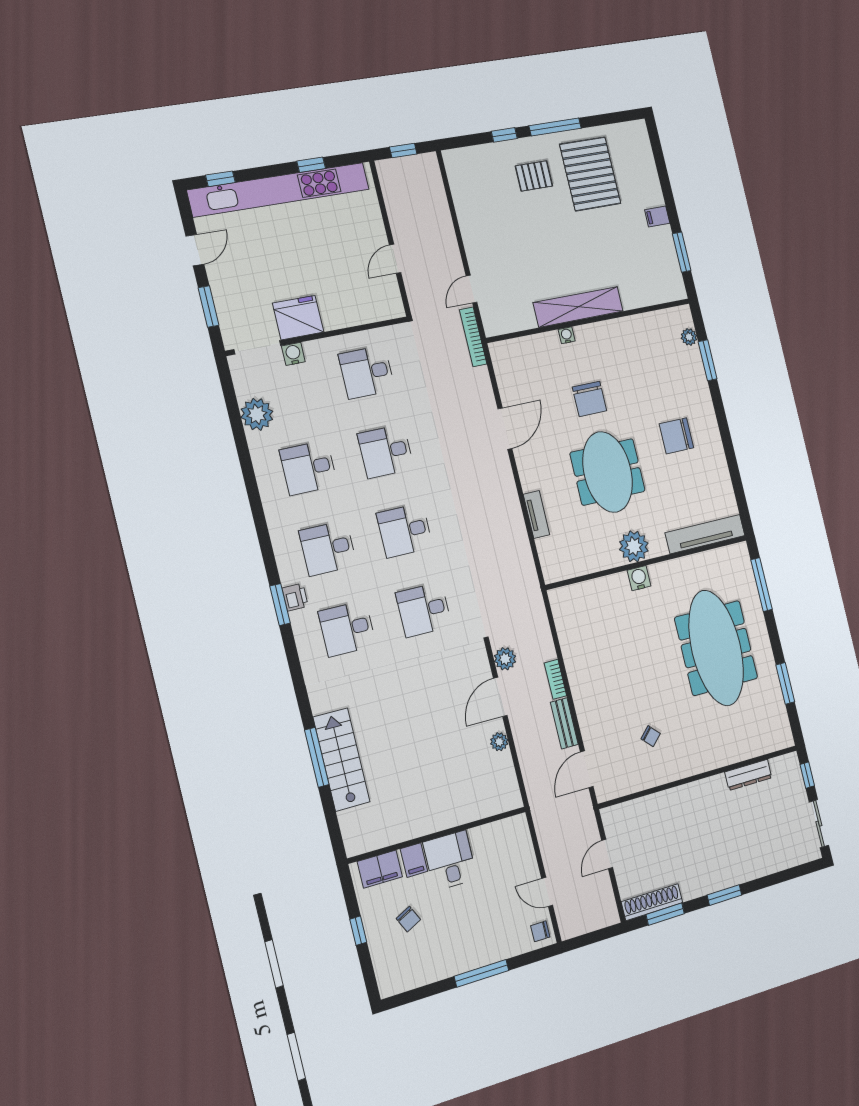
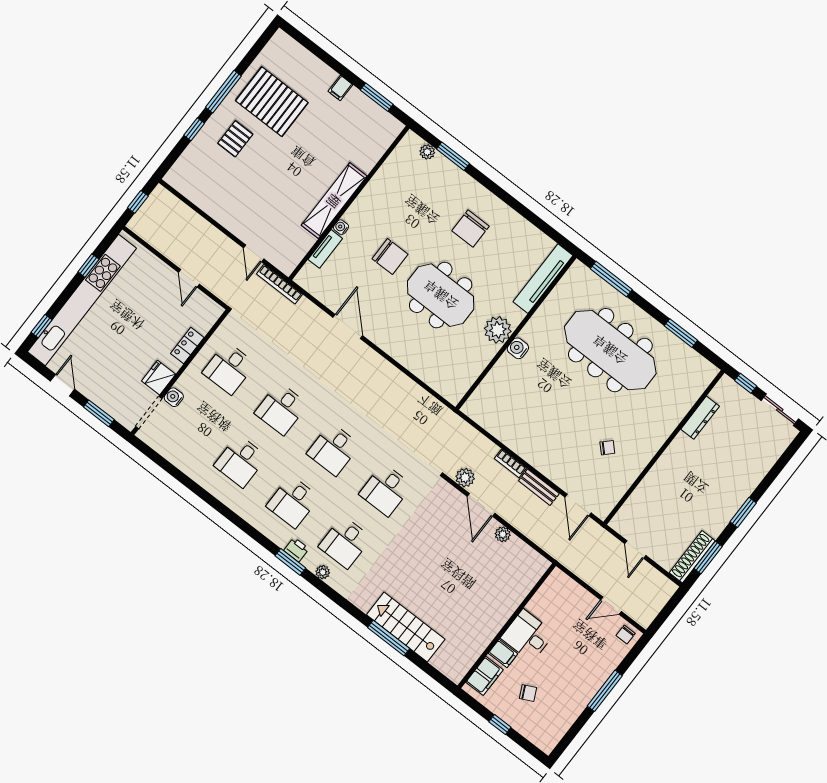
fridge: (298, 318) -> (159, 378), width x0.73, depth x0.75
locker: (345, 318) -> (187, 345), added
plant: (257, 414) -> (323, 572), moved, width x0.53, depth x0.53
tv unit: (536, 514) -> (325, 249), moved, turned 90

